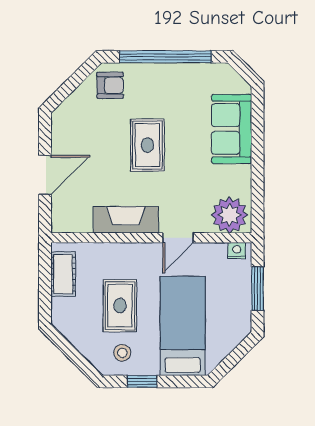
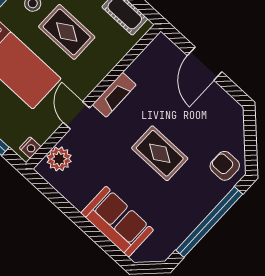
armchair: (110, 85) -> (225, 166), turned 90
plant: (230, 215) -> (59, 159), width x0.73, depth x0.73
fireplace: (126, 220) -> (114, 95), width x0.73, depth x0.76

